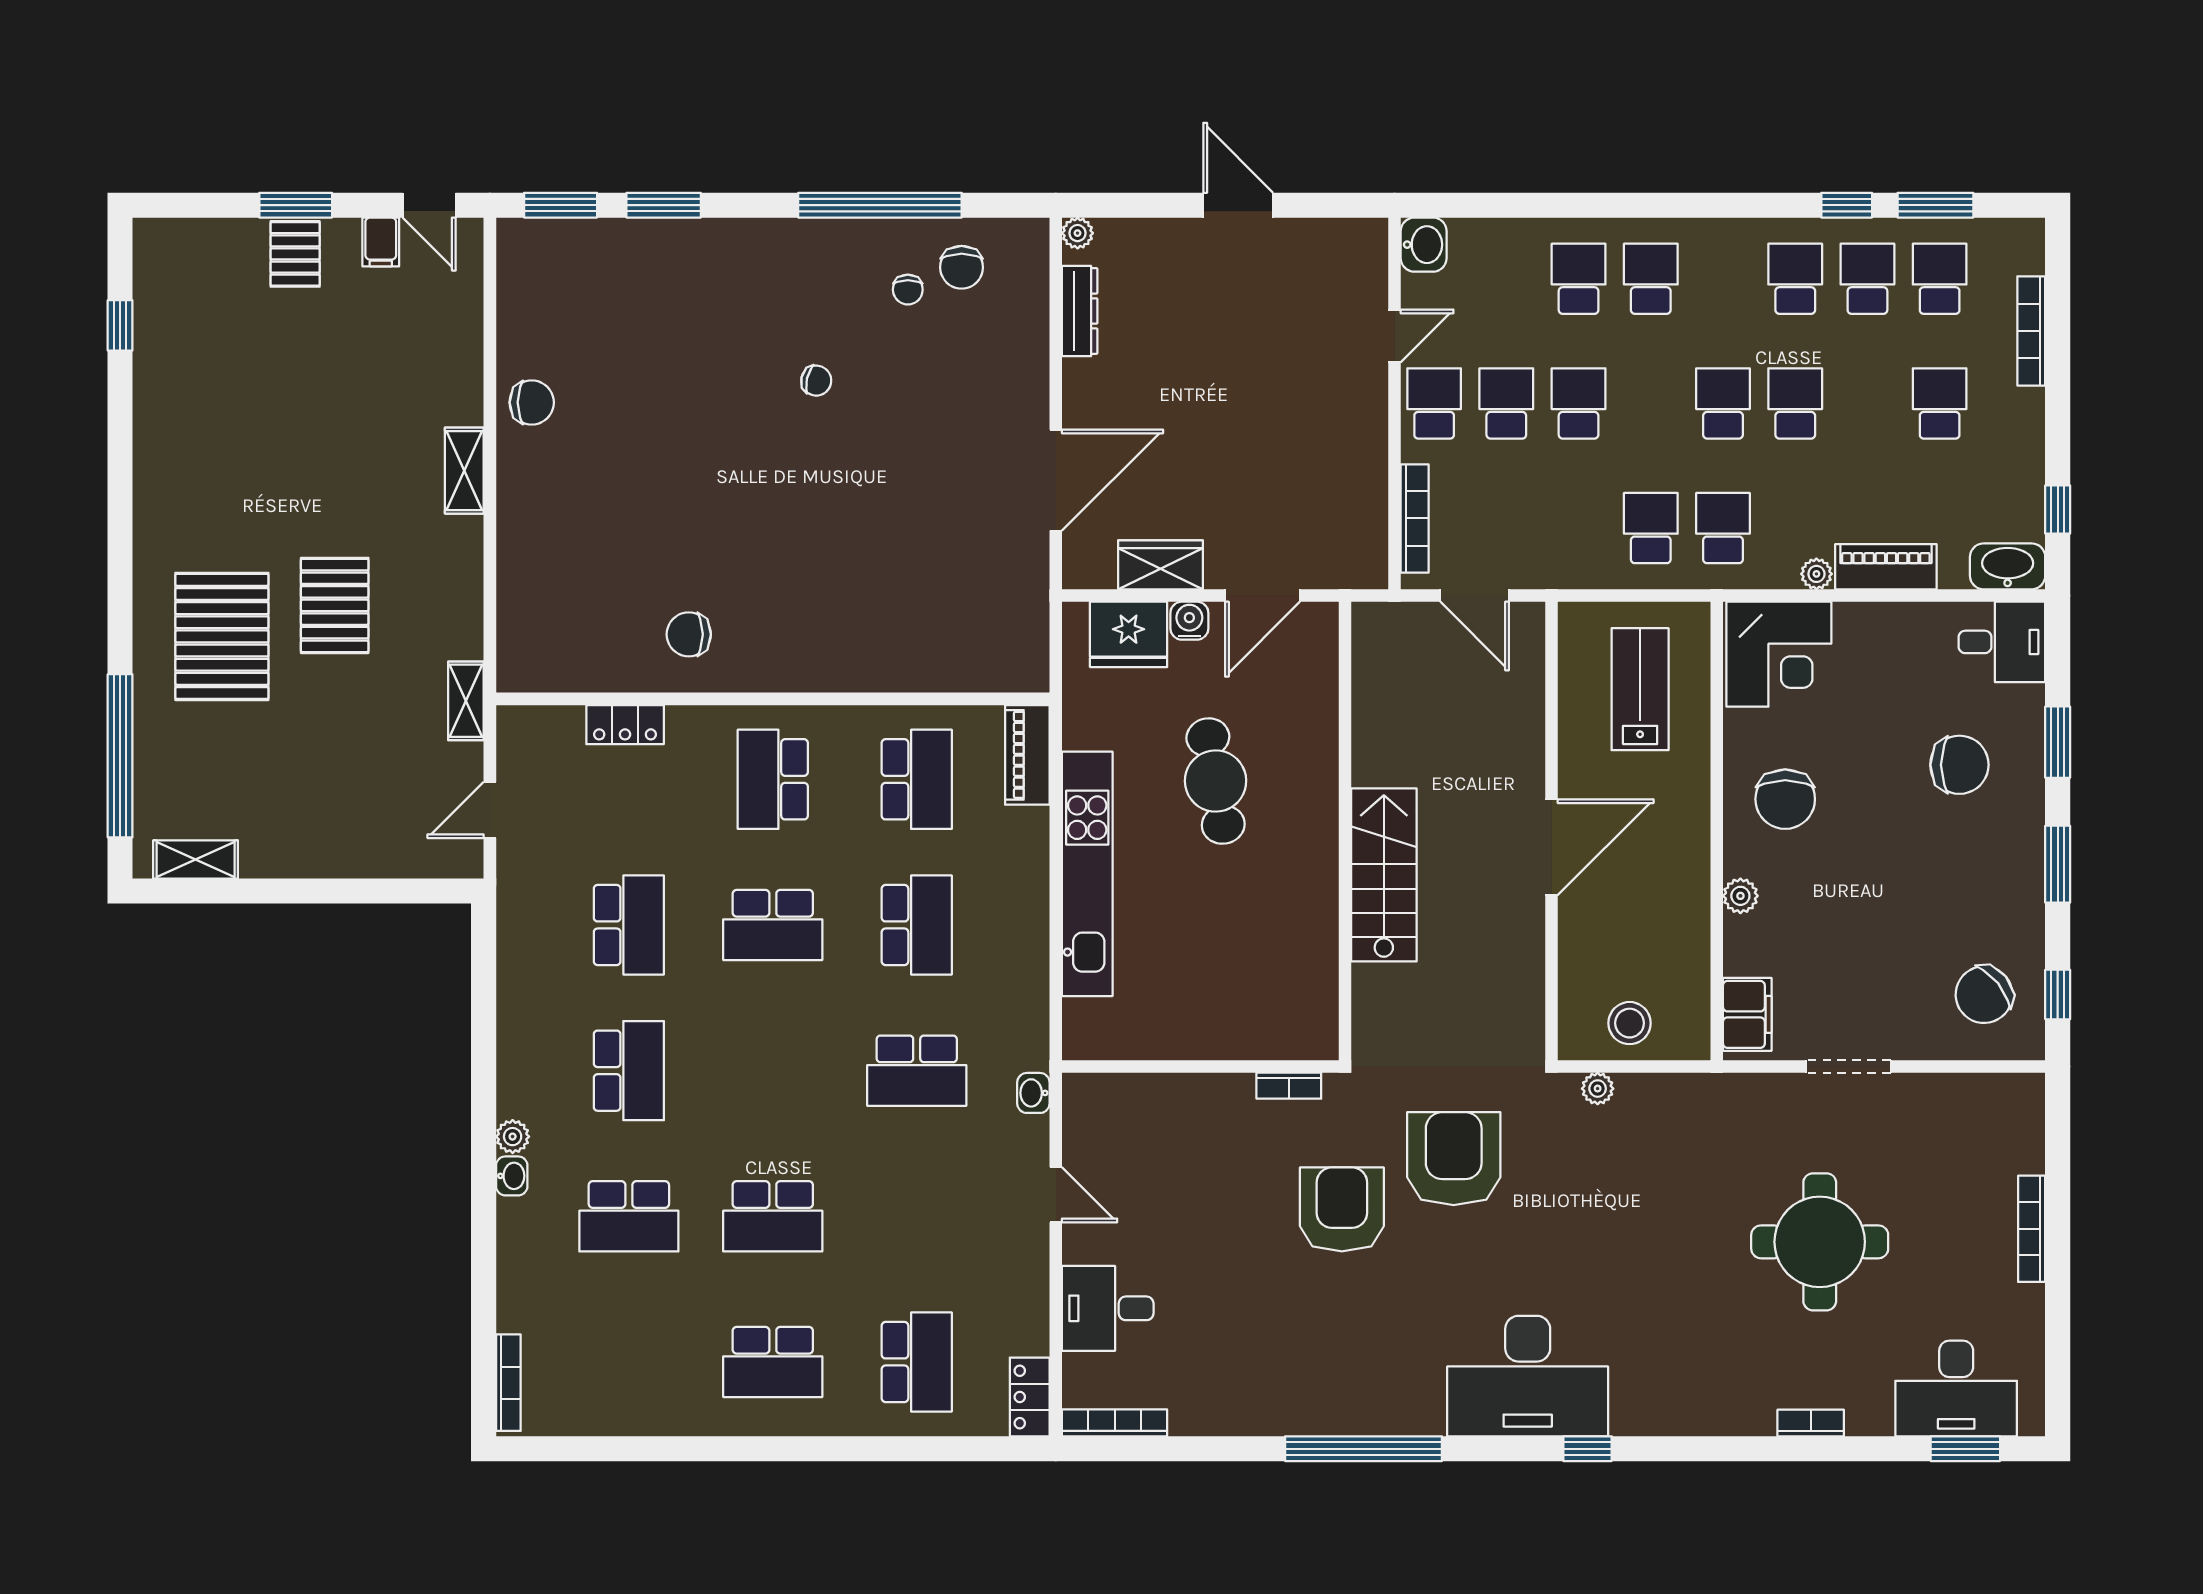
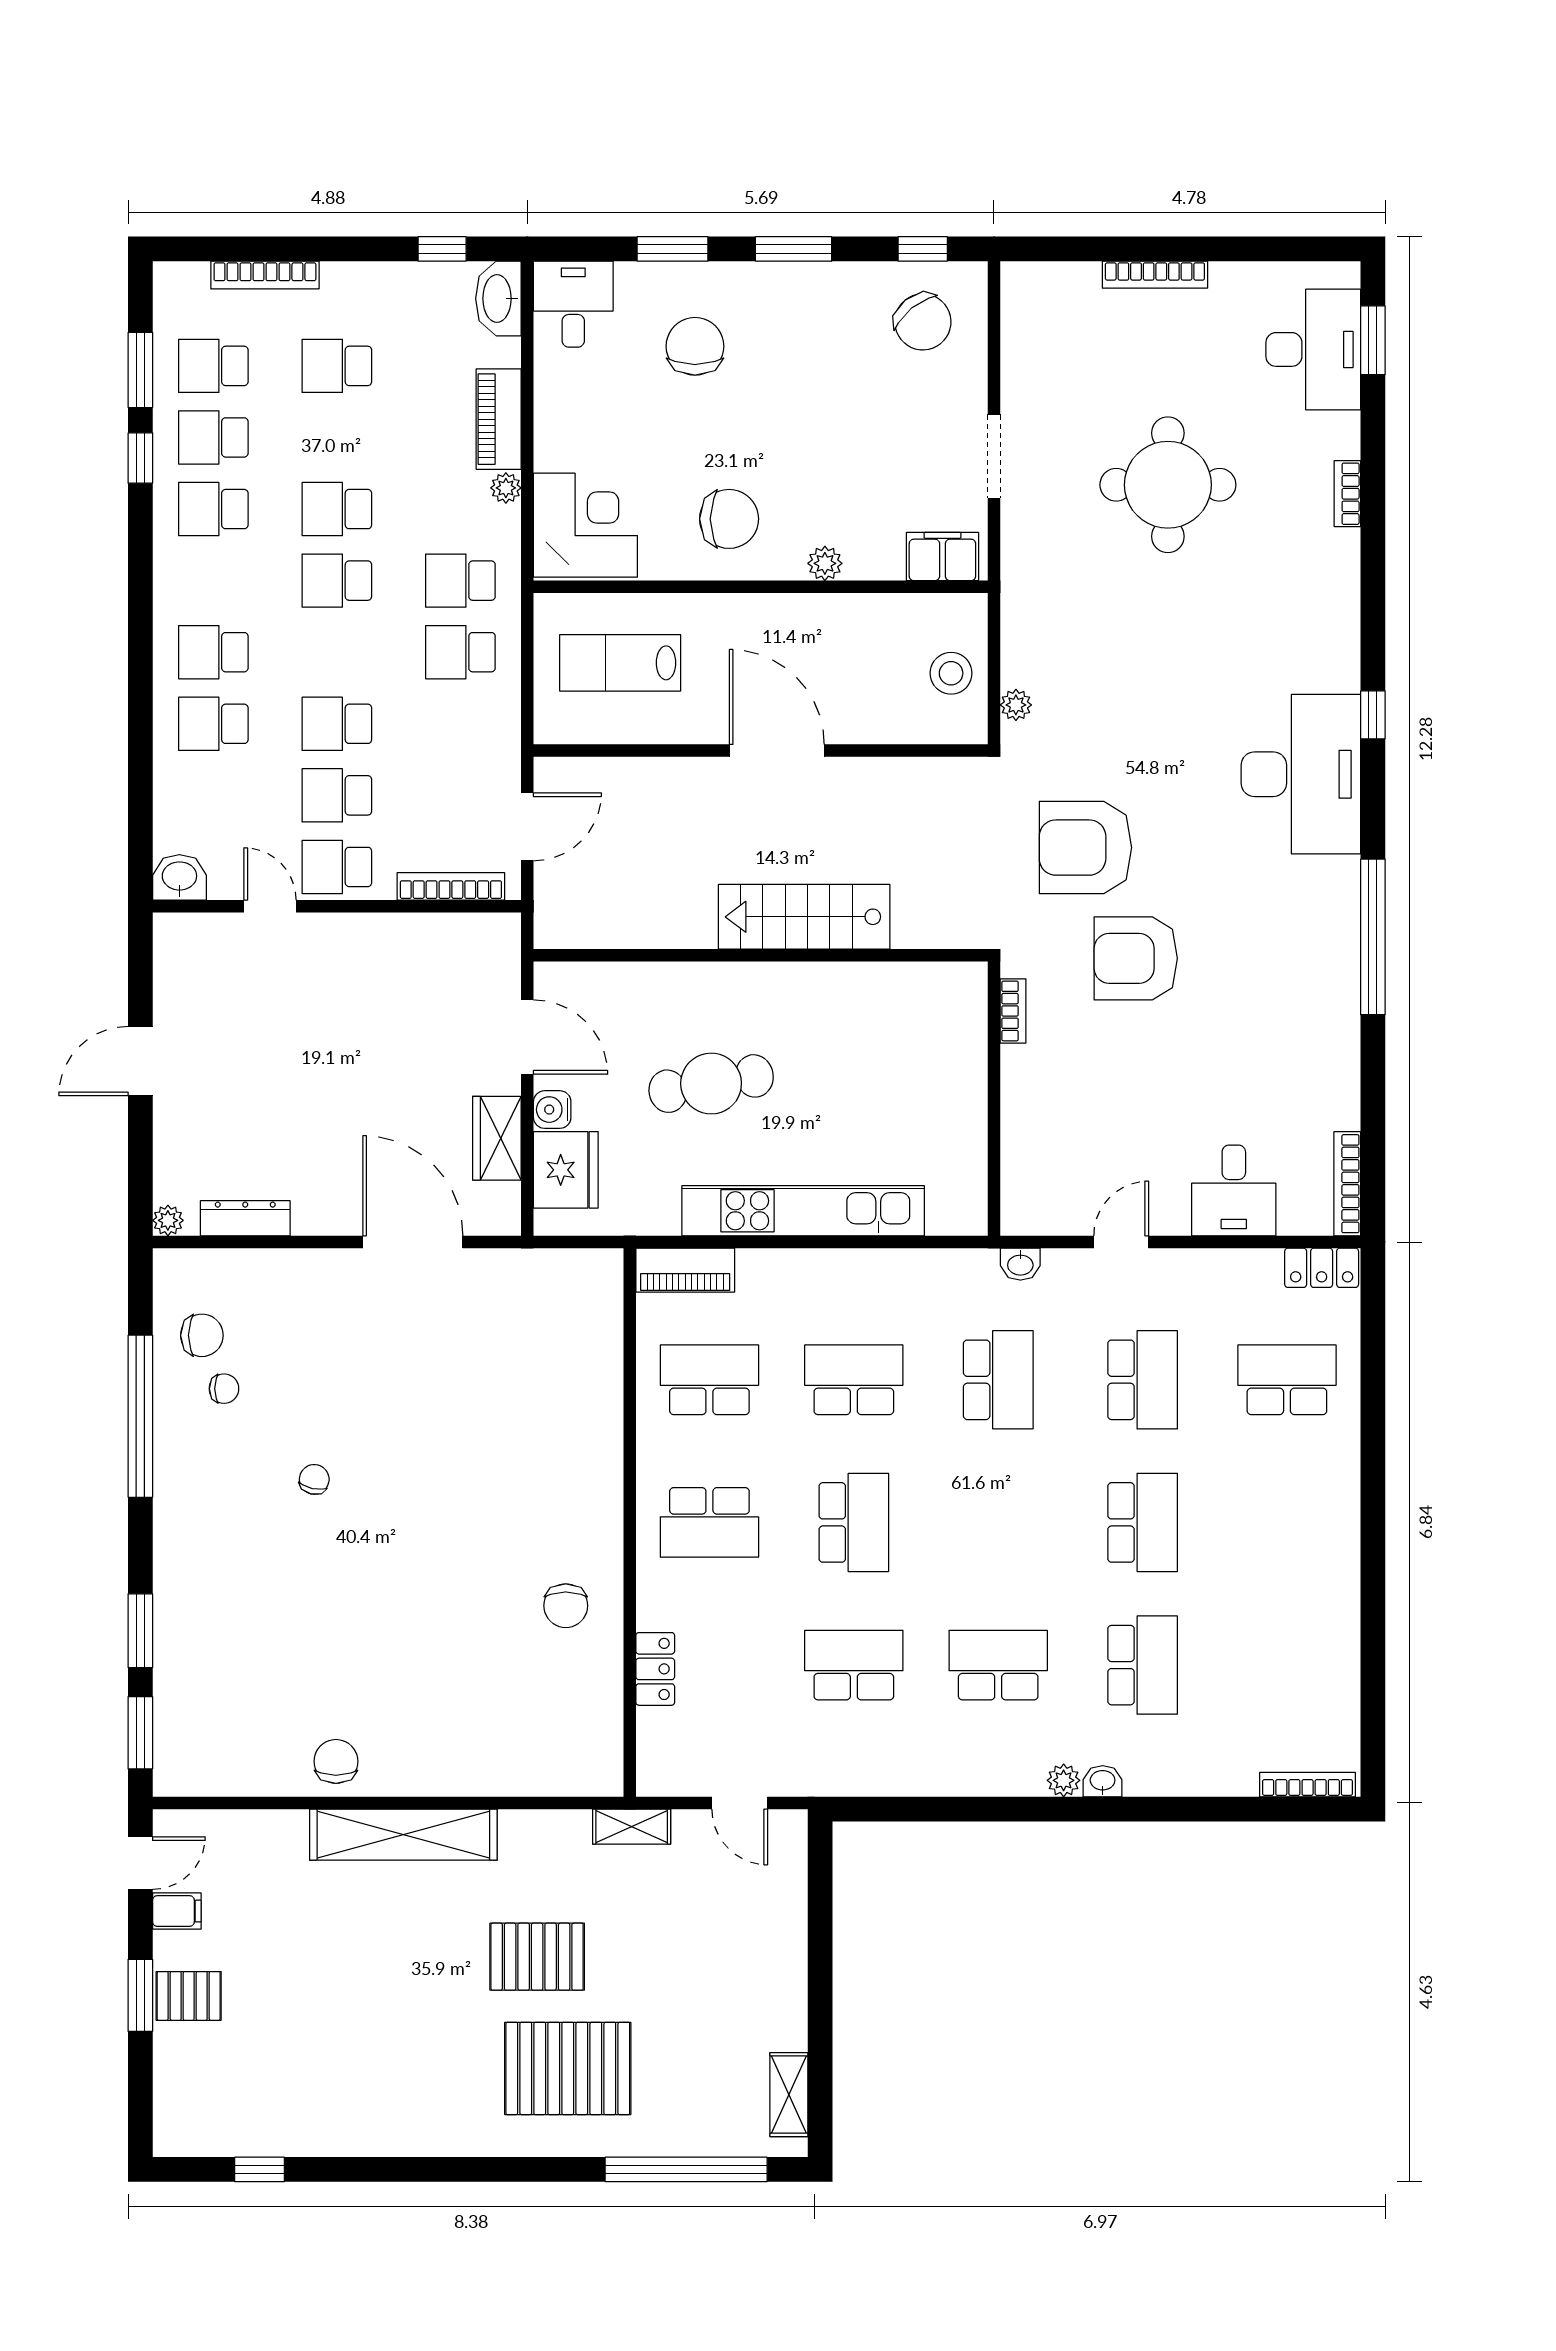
shelving: (464, 471) -> (403, 1835), width x2.20, depth x1.33
school desk: (773, 1362) -> (1143, 1380), moved

